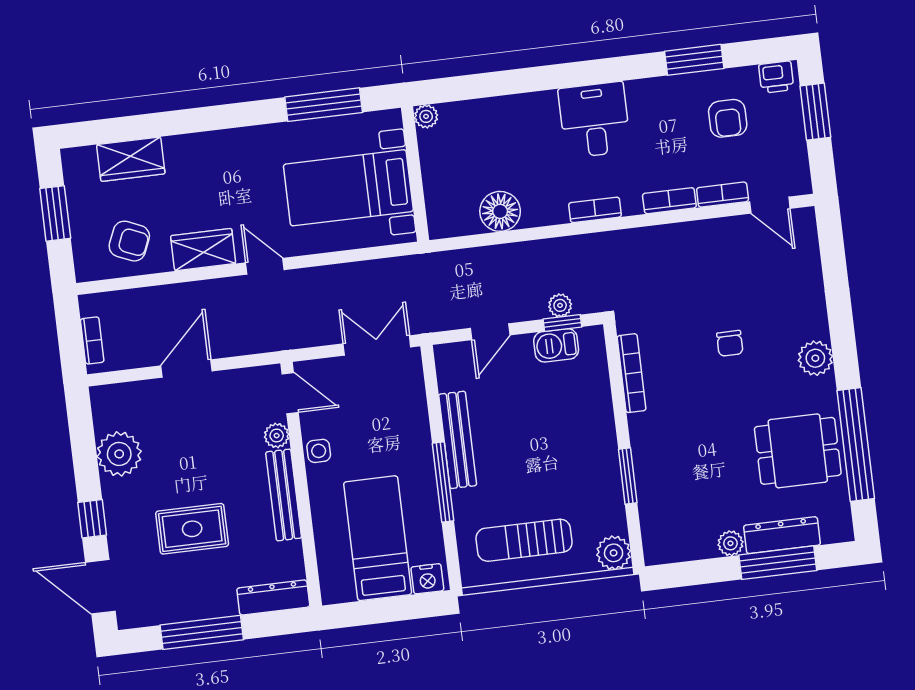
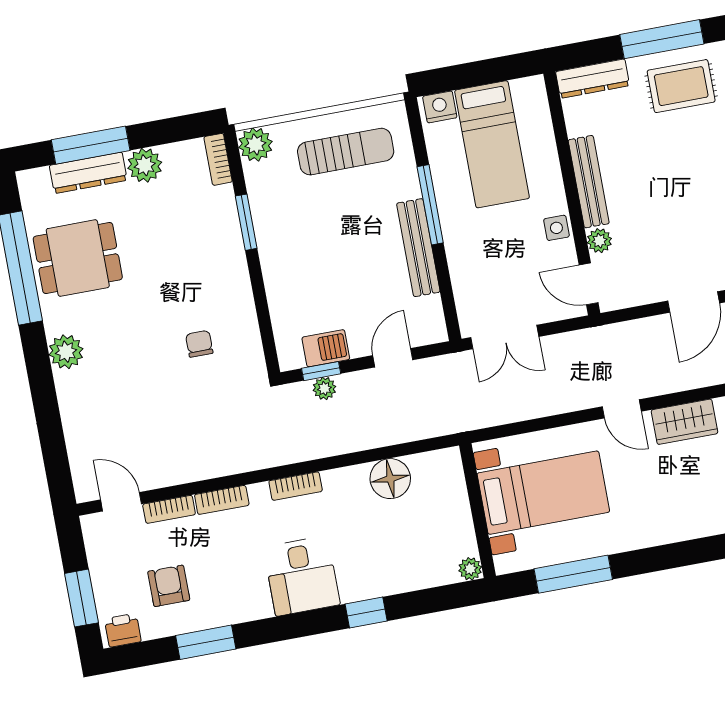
window: (532, 79) -> (366, 613), added
chair: (730, 343) -> (199, 344), moved
bookcase: (632, 373) -> (218, 159), moved, width x0.64
rug: (192, 529) -> (681, 86), moved
plant: (730, 543) -> (145, 165), width x1.38, depth x1.38

